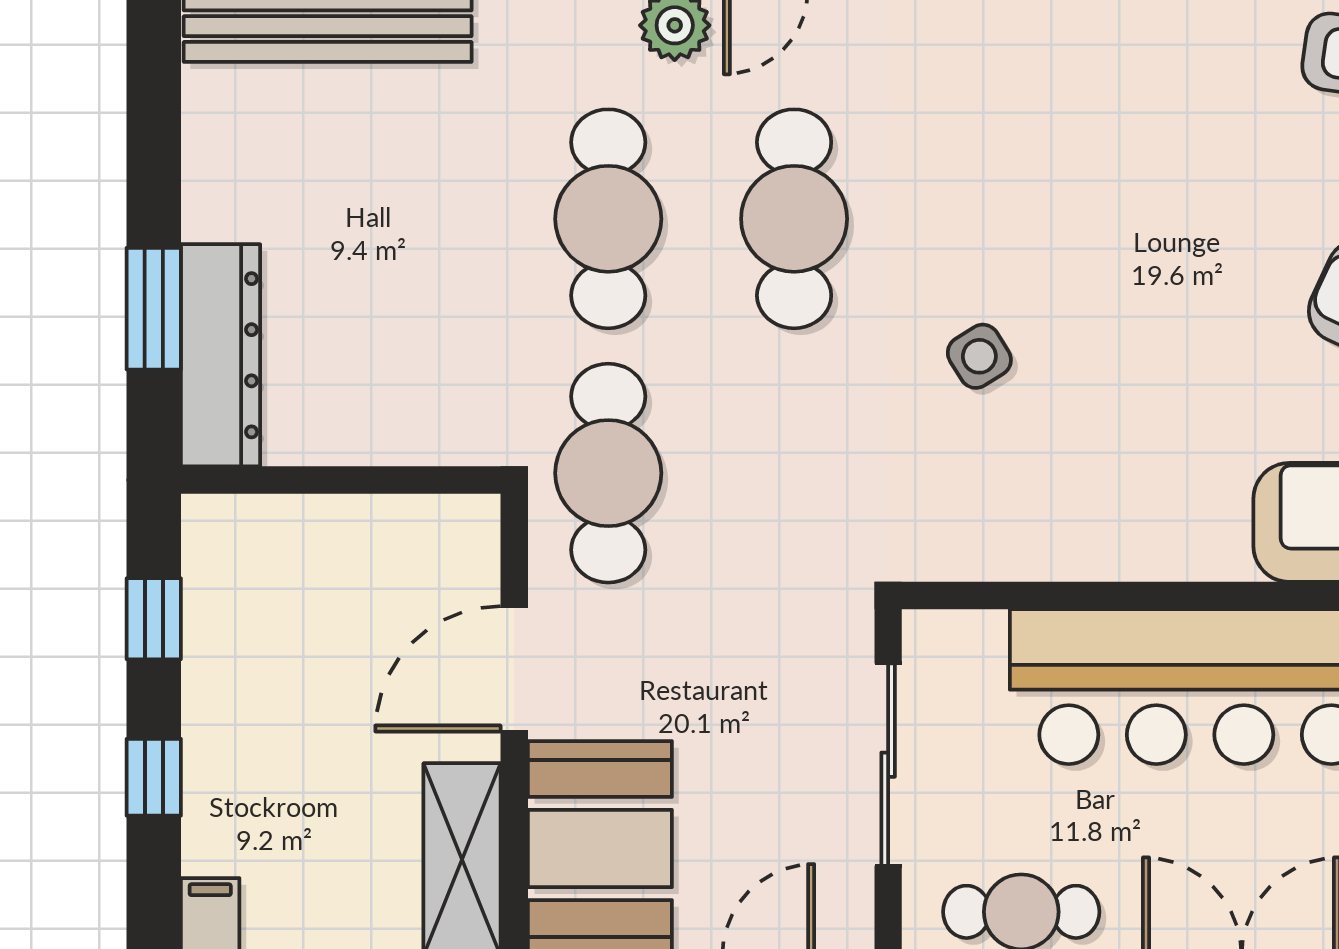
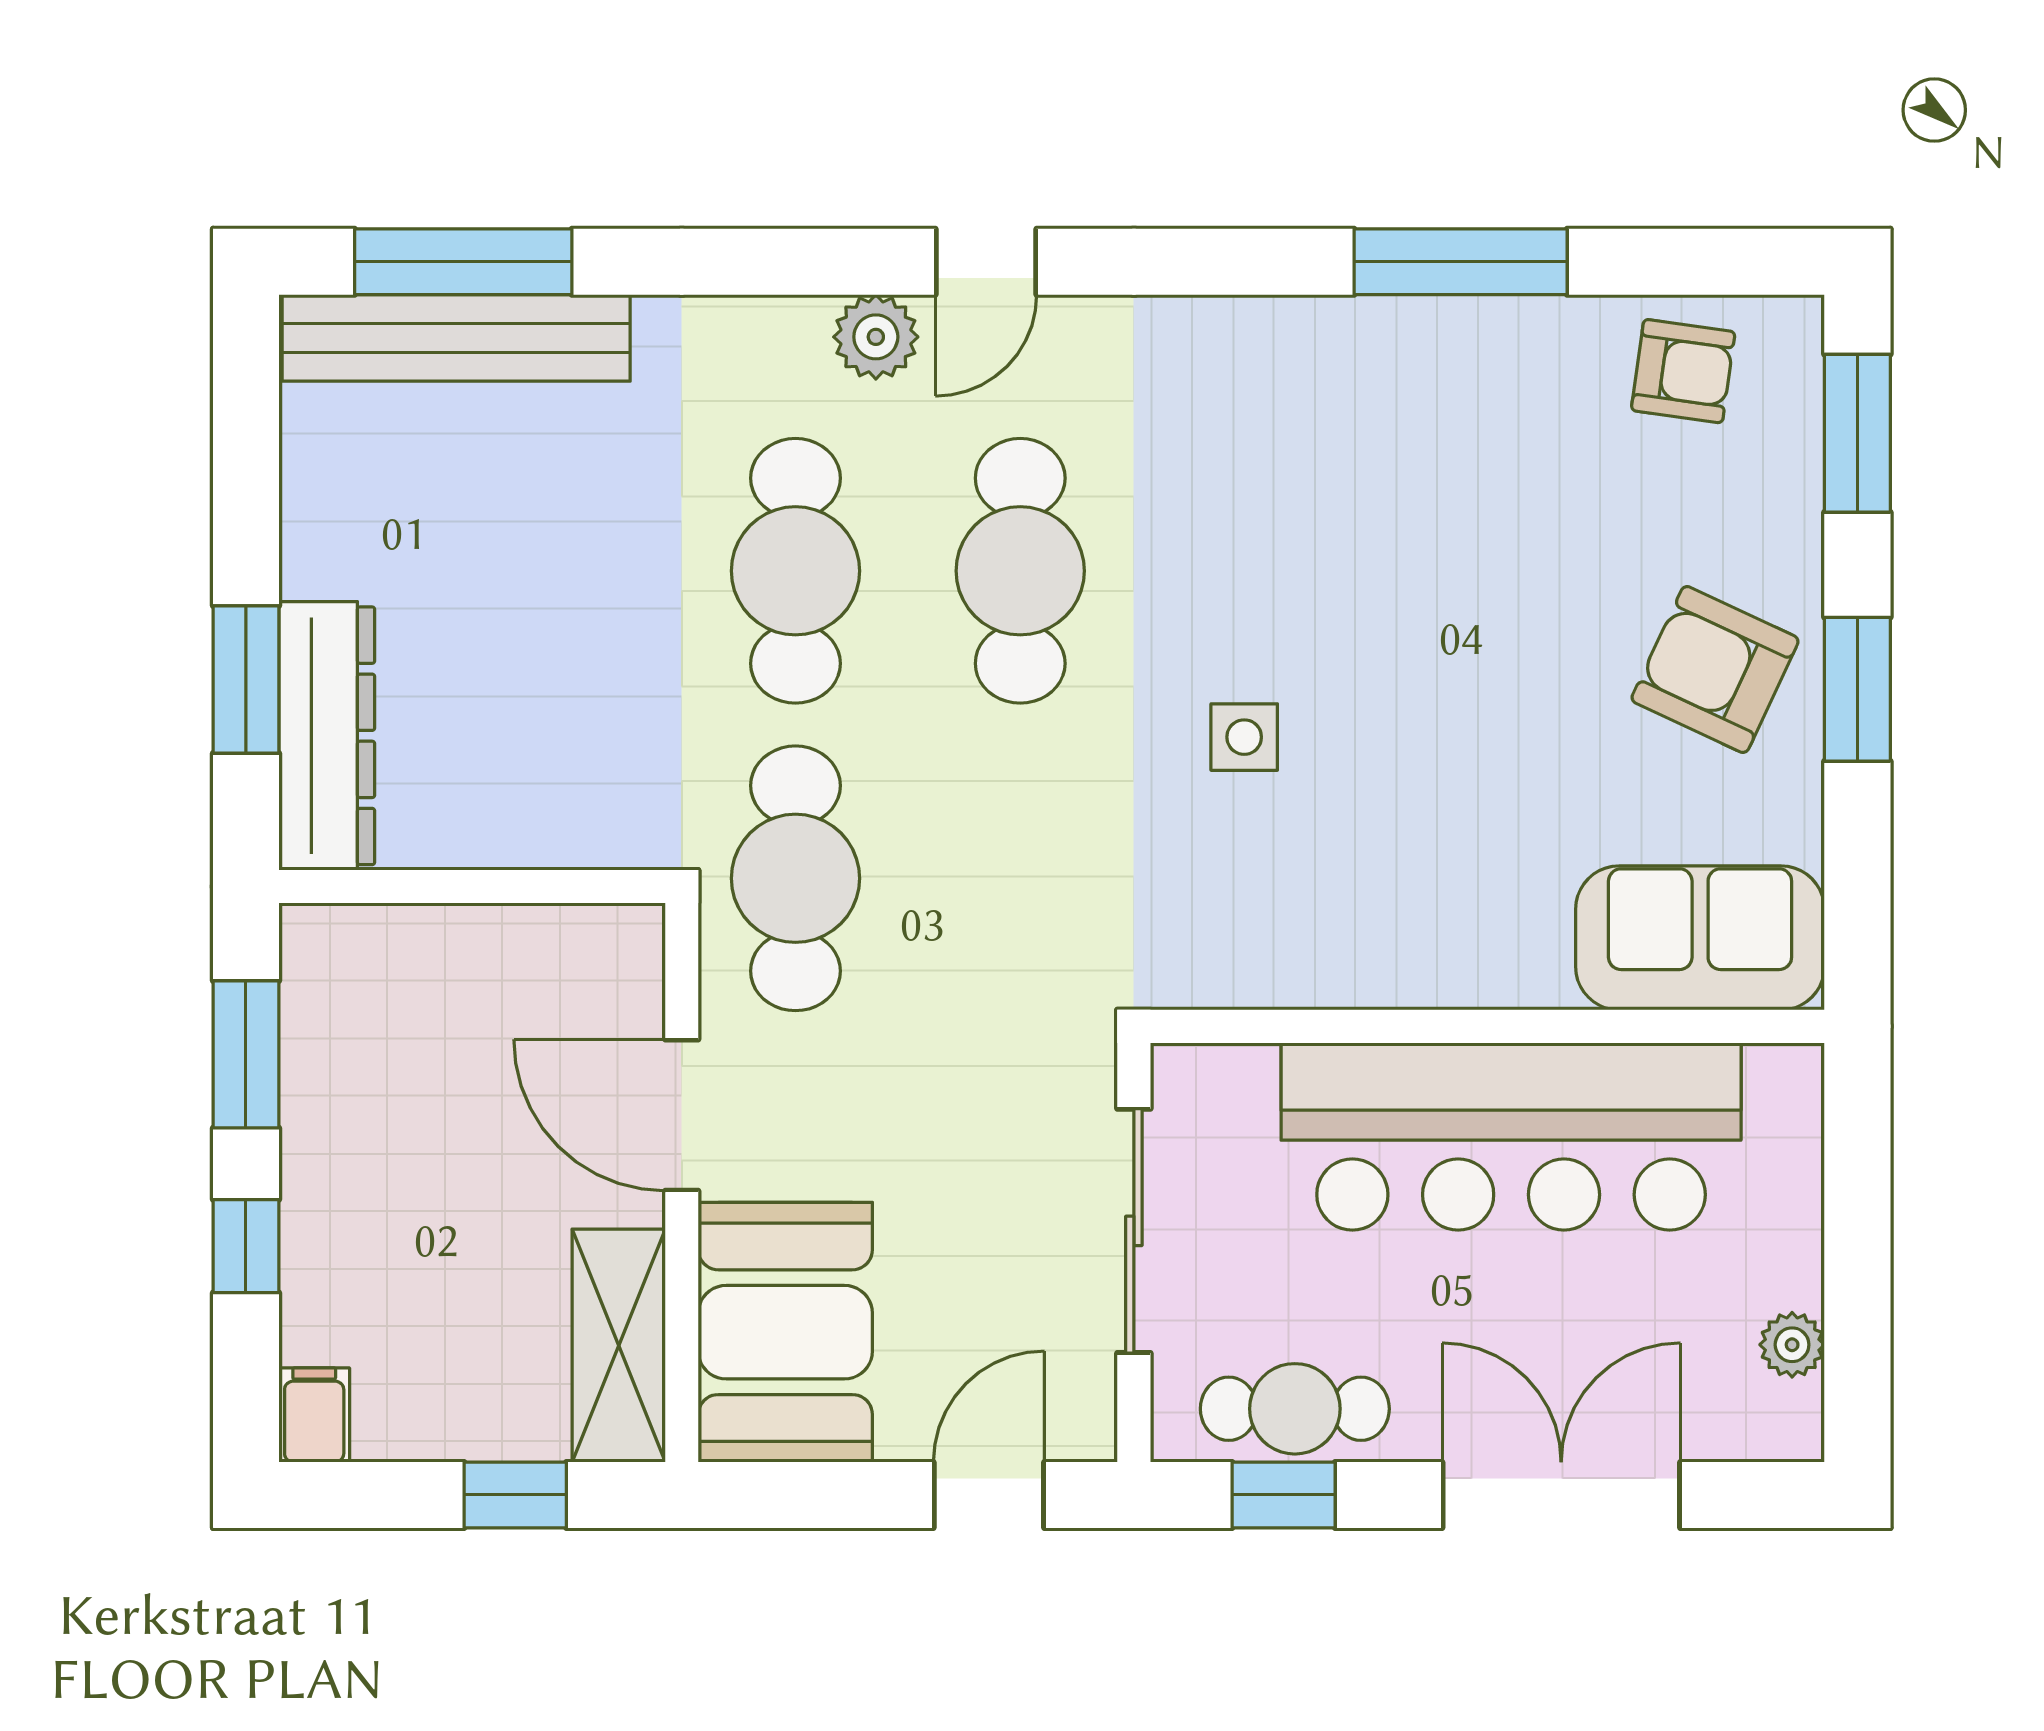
side table: (979, 356) -> (1244, 737), turned 32
window: (154, 619) -> (246, 1054), width x1.50
door: (514, 669) -> (682, 1115), hinge flipped

